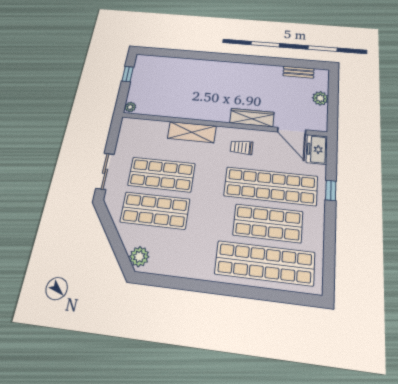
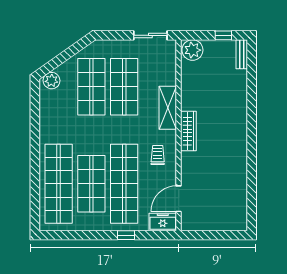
bench: (299, 72) -> (242, 54), moved
plant: (320, 98) -> (215, 223), removed
plant: (130, 107) -> (192, 50), width x1.87, depth x1.87
wardrobe: (252, 118) -> (188, 131), moved
sliding door: (105, 171) -> (150, 35), moved

